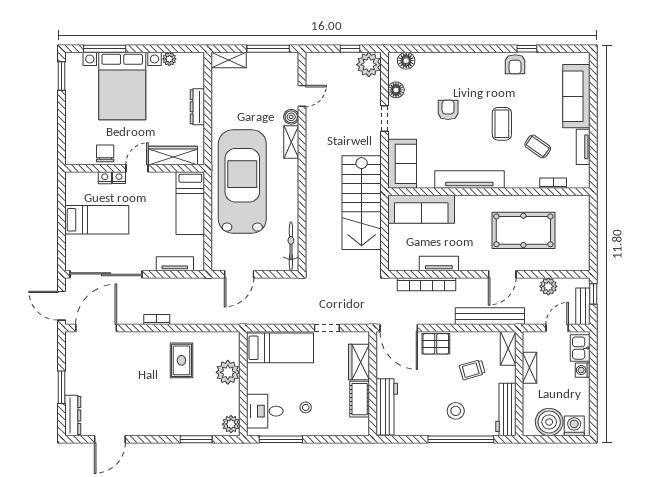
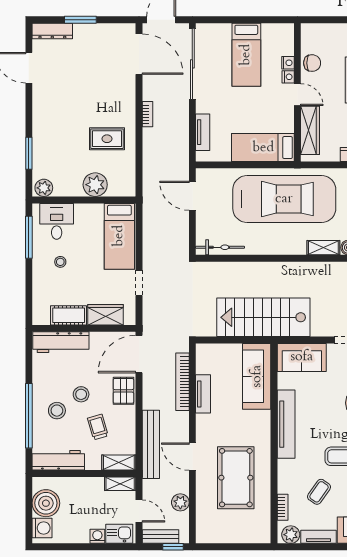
plant: (581, 175) -> (291, 535), added
shelving: (530, 368) -> (120, 484), moved
stool: (439, 387) -> (81, 394), added

